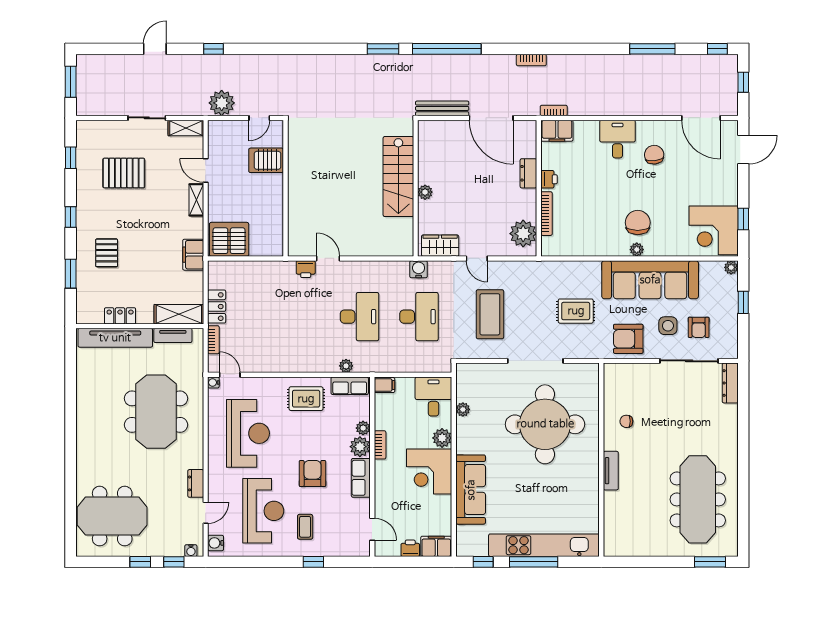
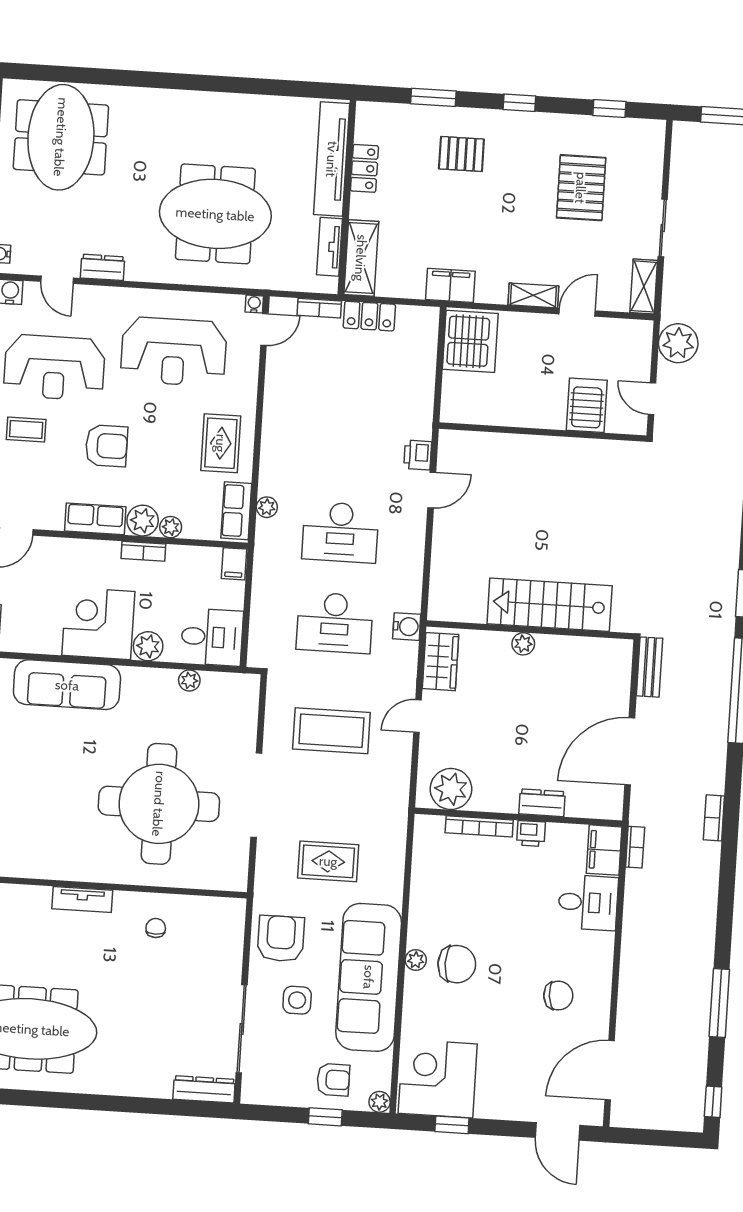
window: (743, 82) -> (660, 1138), removed
bench: (442, 108) -> (650, 667), width x0.73
desk: (618, 139) -> (588, 903), moved
rug: (576, 311) -> (328, 861), turned 90
armchair: (699, 327) -> (333, 1080), moved, turned 180

